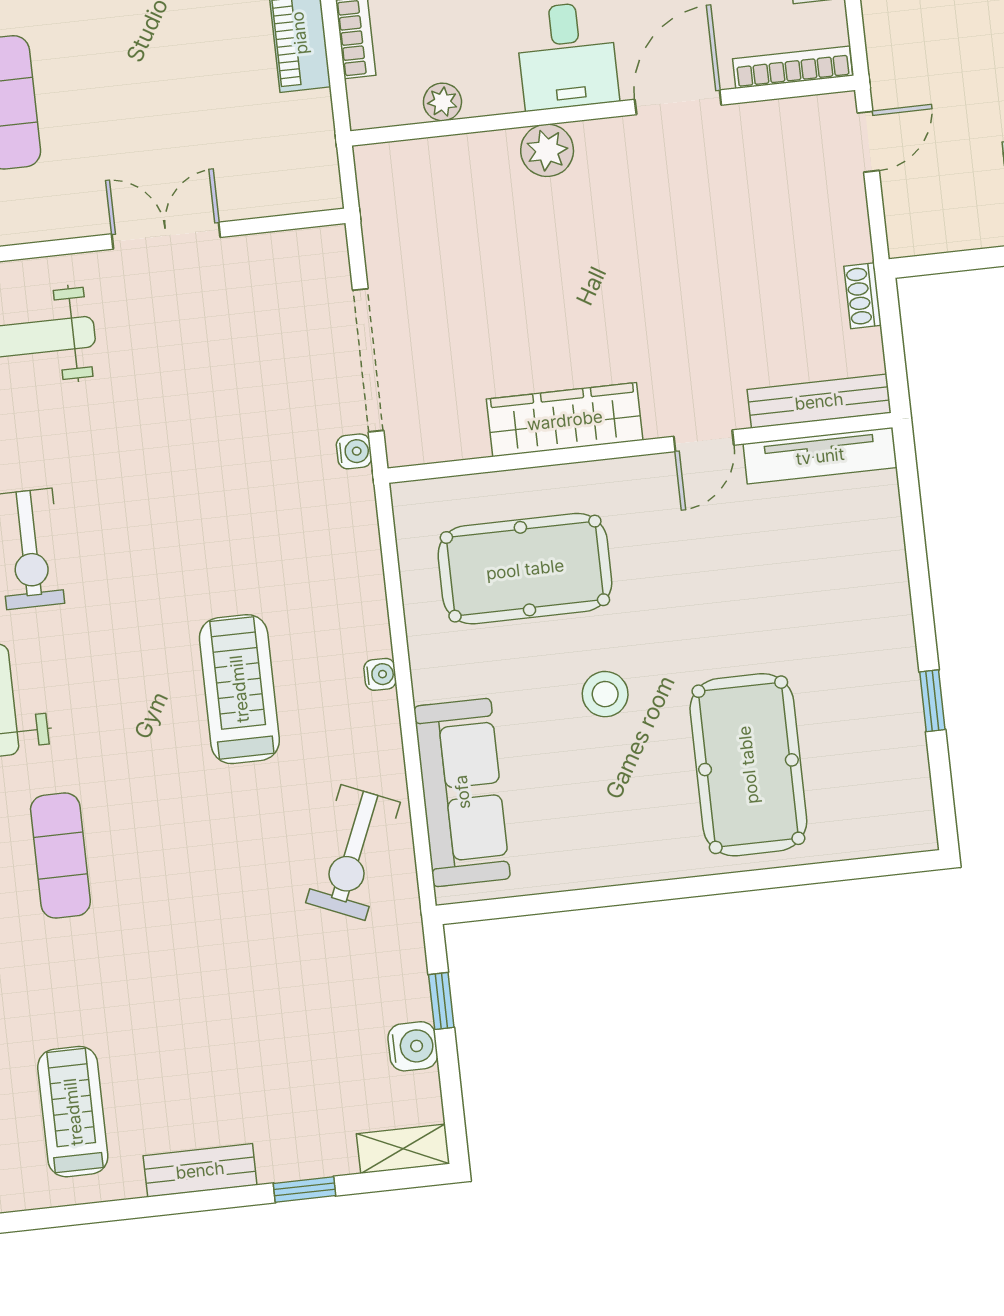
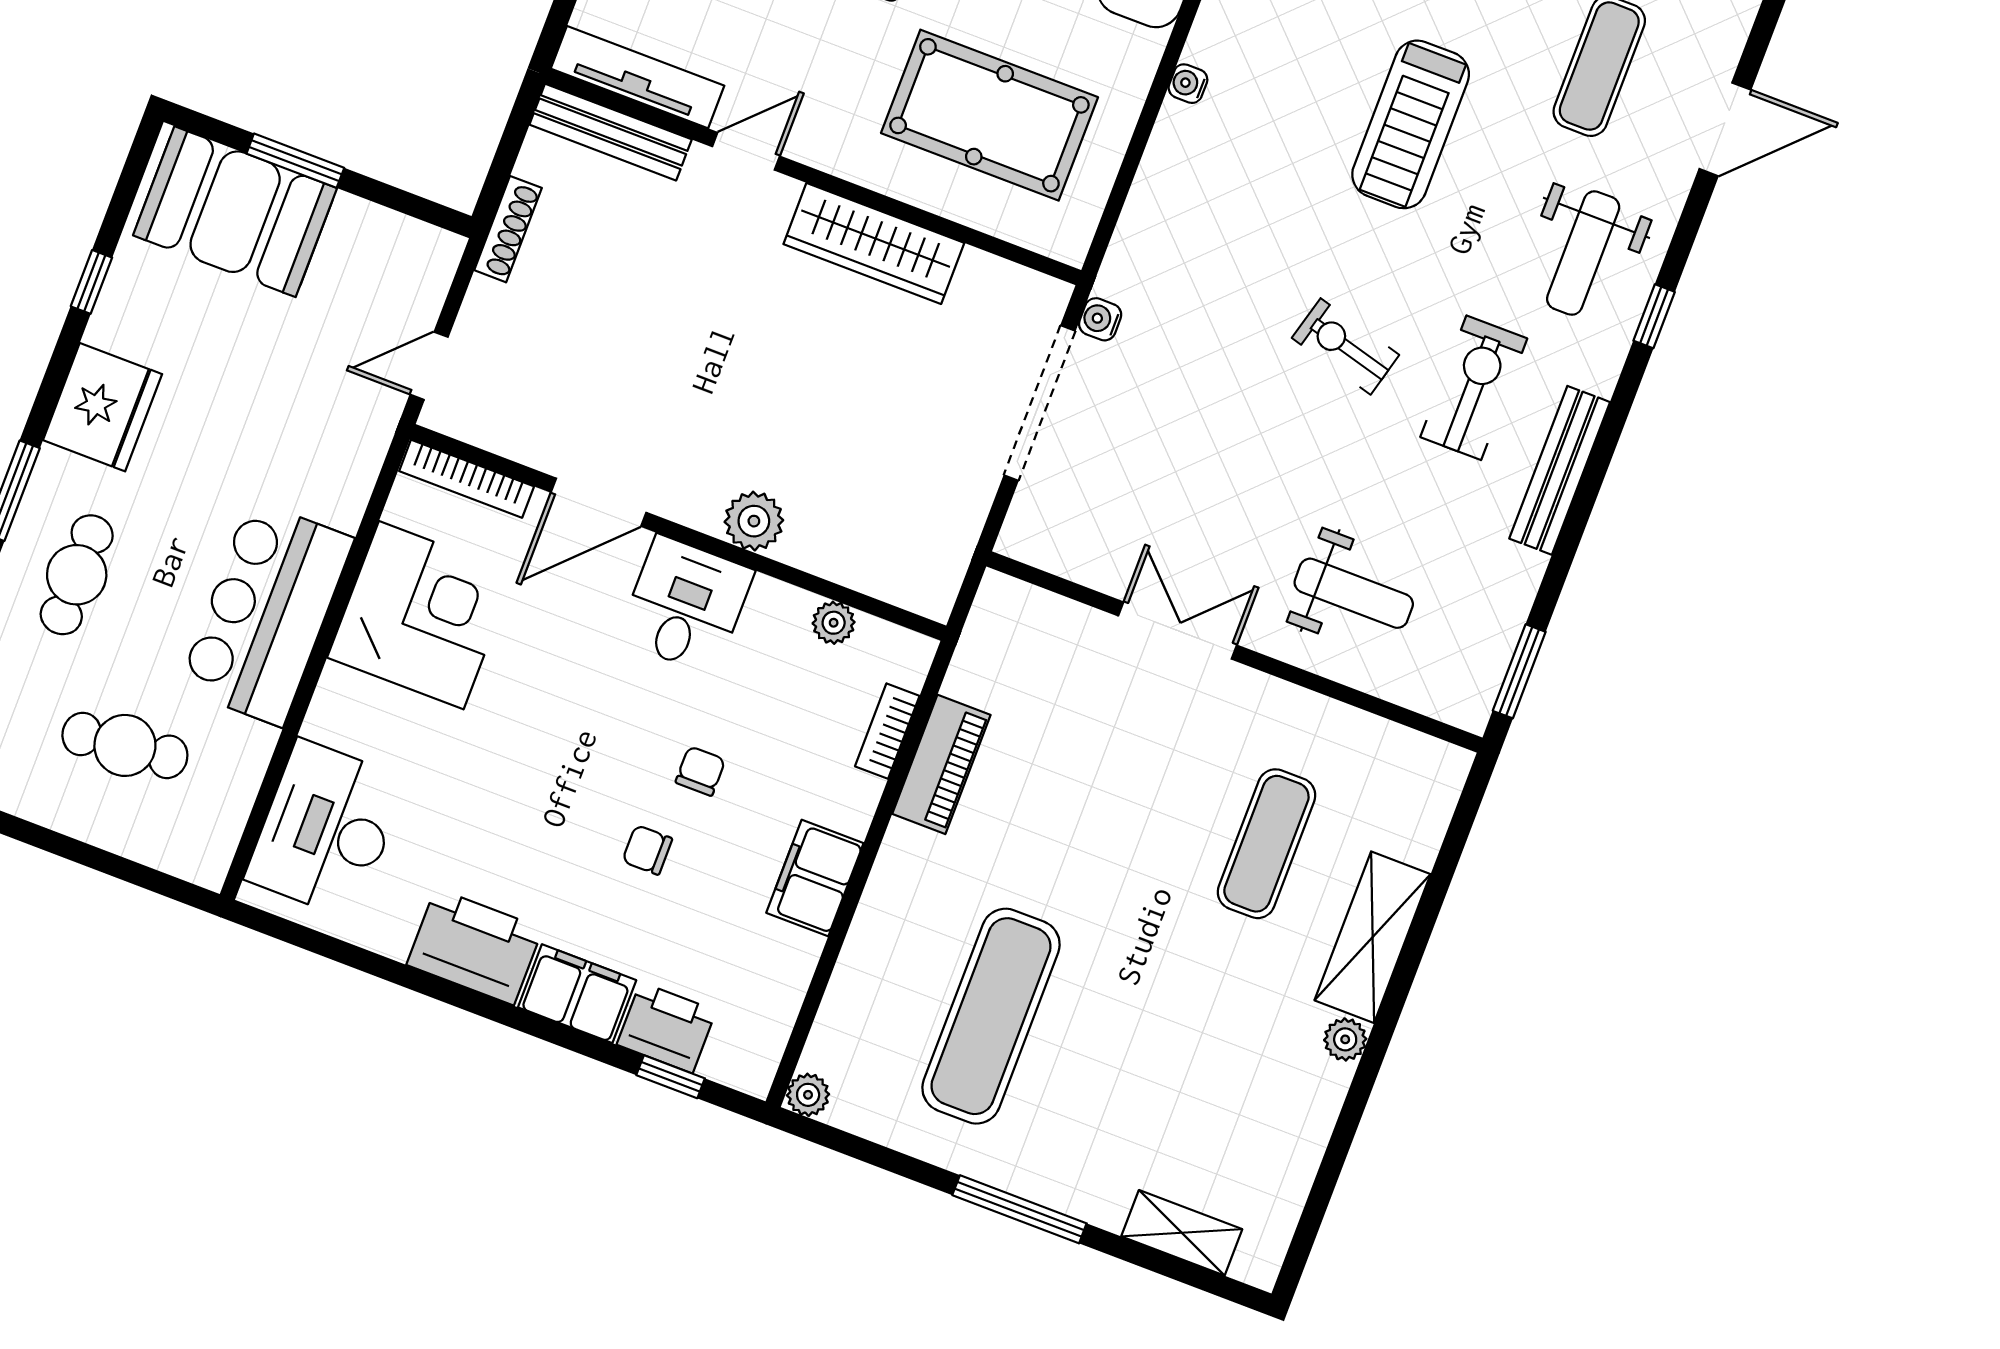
double door: (166, 236) -> (1178, 630), swing flipped
shoe rack: (863, 296) -> (508, 229), width x1.43
exercise bike: (148, 530) -> (1346, 346), added
treadmill: (239, 689) -> (1411, 124), moved

